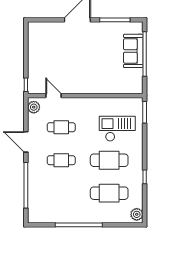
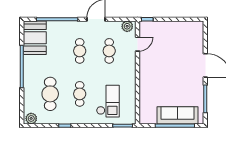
sofa: (133, 51) -> (177, 115), width x1.36
cafe table: (109, 160) -> (80, 94), width x0.73, depth x0.74
booth: (46, 210) -> (35, 38), added

